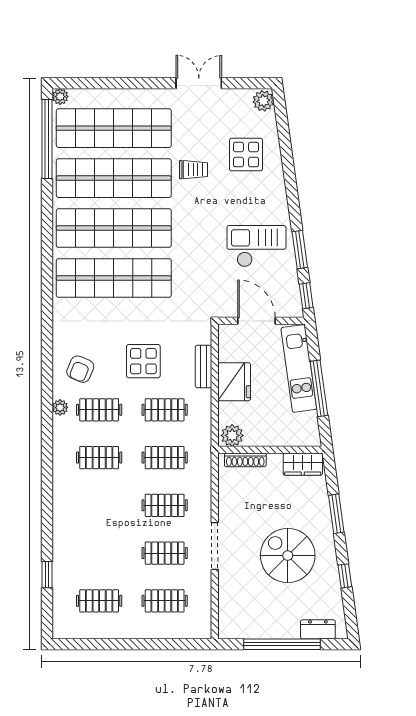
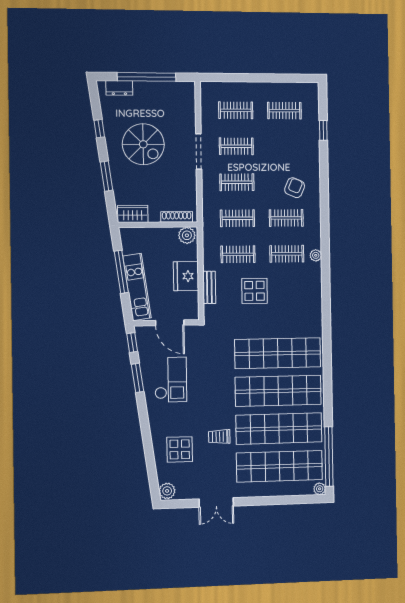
checkout: (256, 246) -> (171, 380), turned -90
armchair: (80, 369) -> (295, 188), moved

